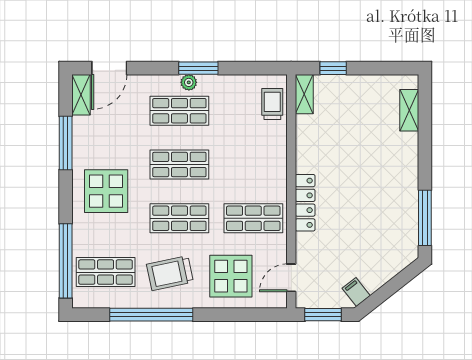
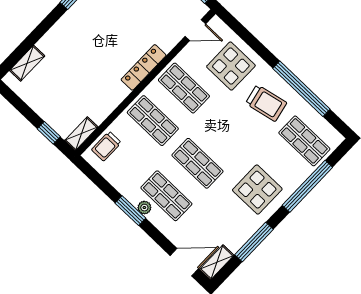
shop shelf: (179, 218) -> (153, 121), moved
window: (66, 261) -> (307, 186), moved

